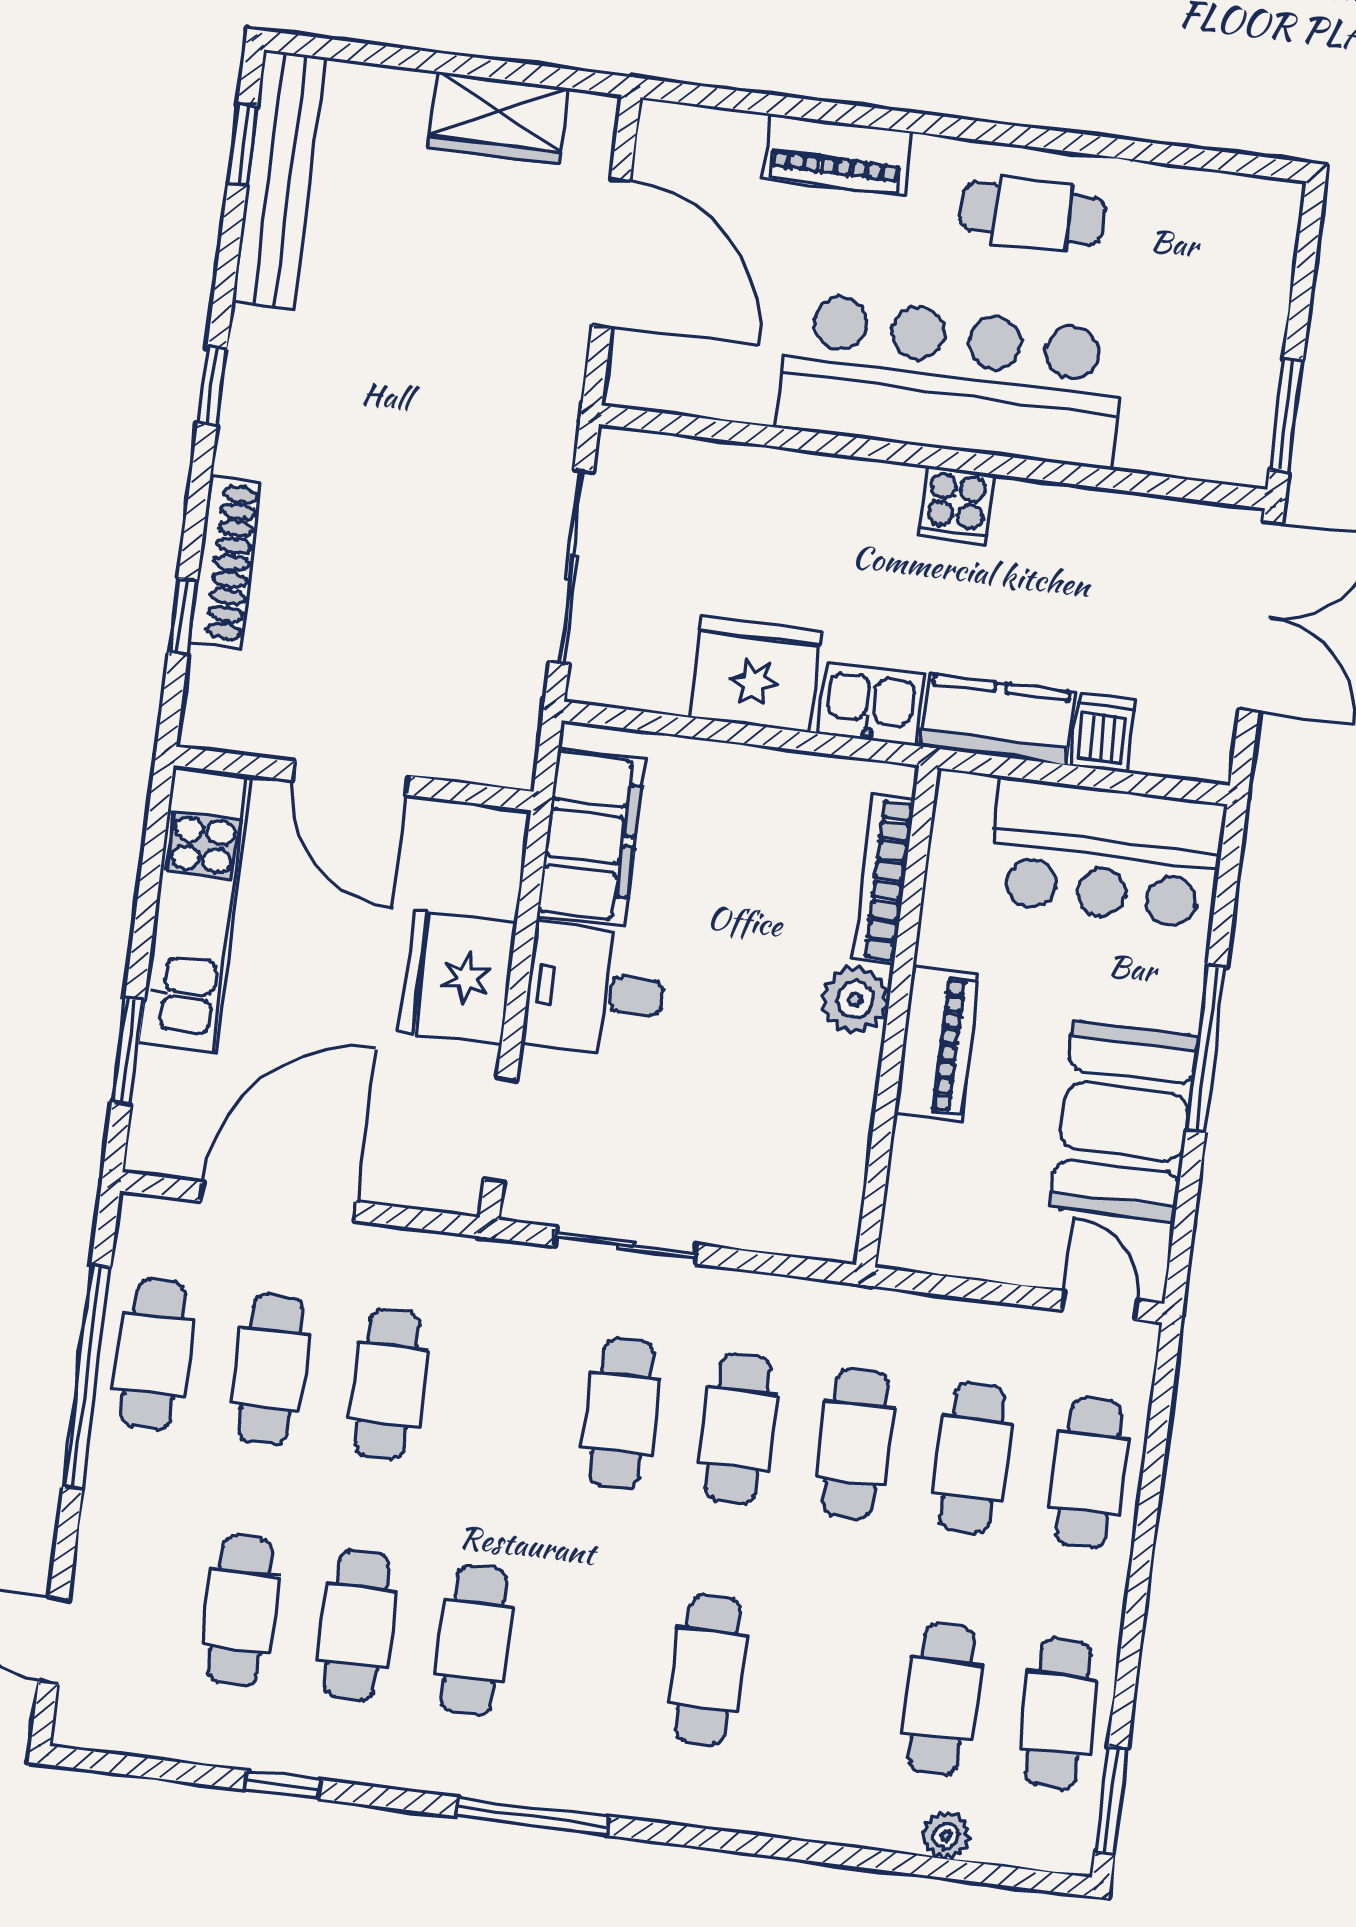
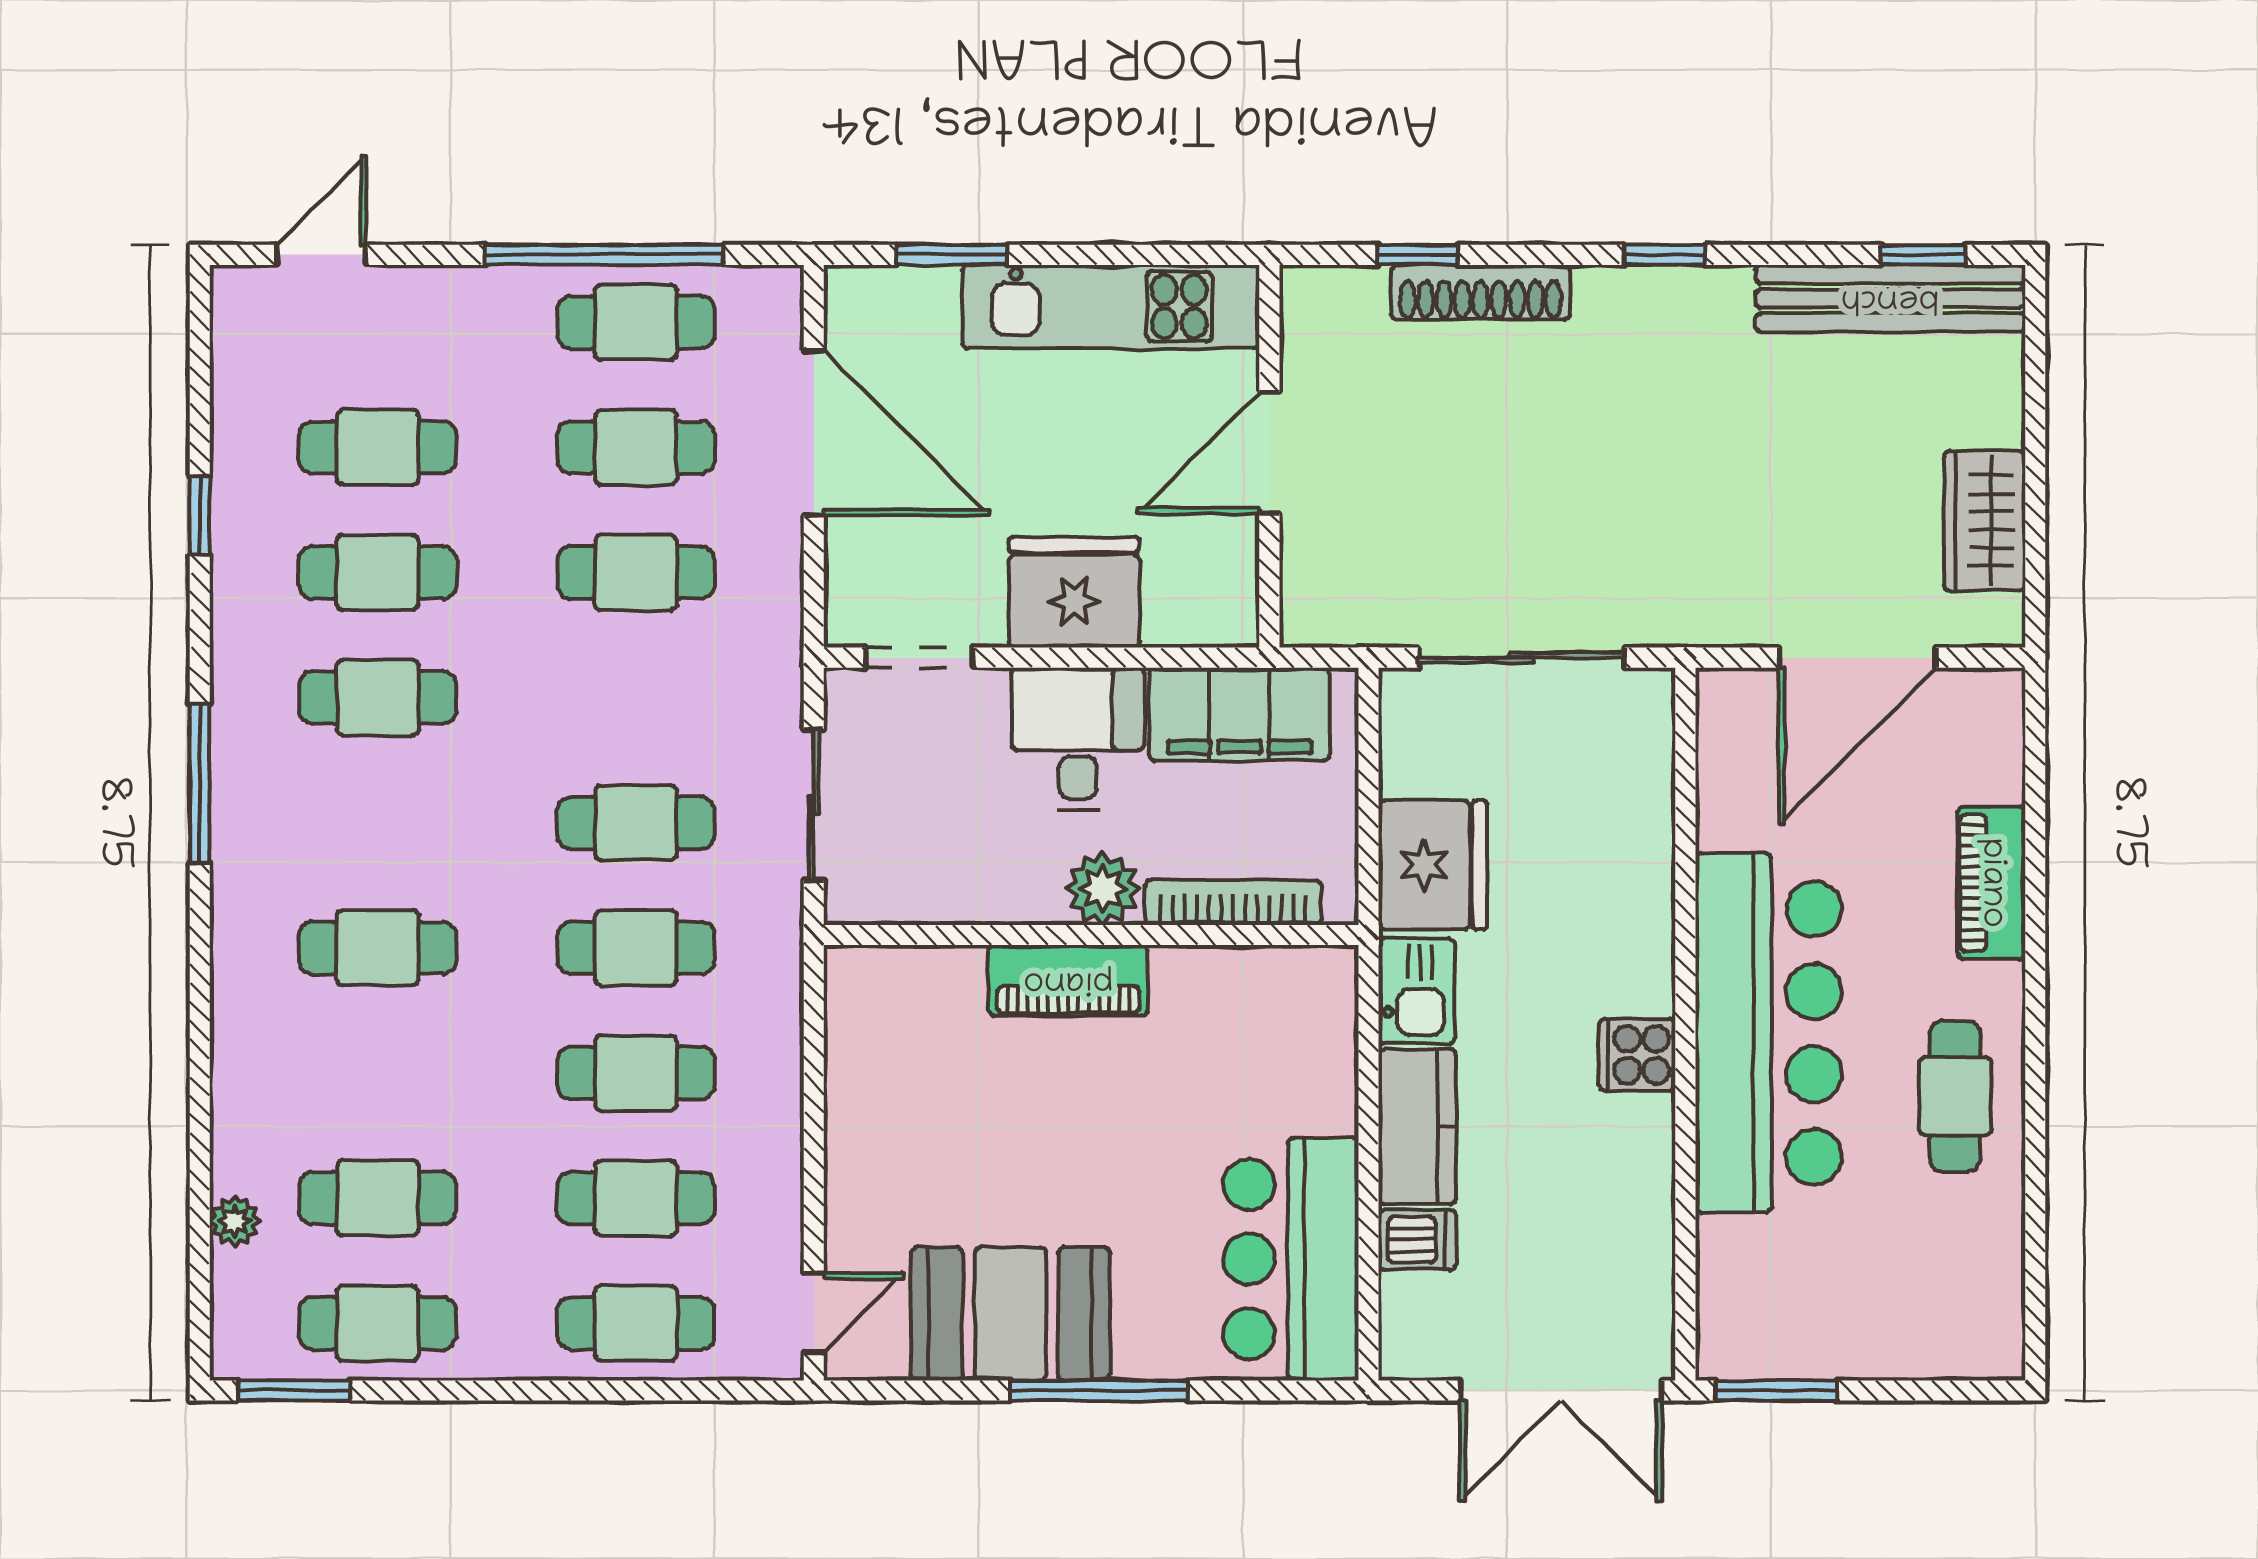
bookcase: (883, 880) -> (1233, 902), moved
plant: (855, 1000) -> (1103, 889), moved
wall: (897, 1016) -> (1091, 935), moved
piano: (937, 1043) -> (1068, 980), moved

